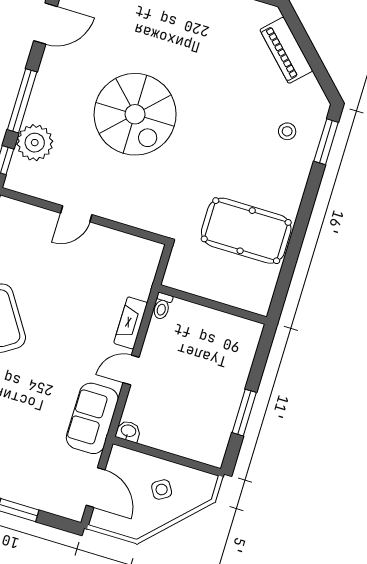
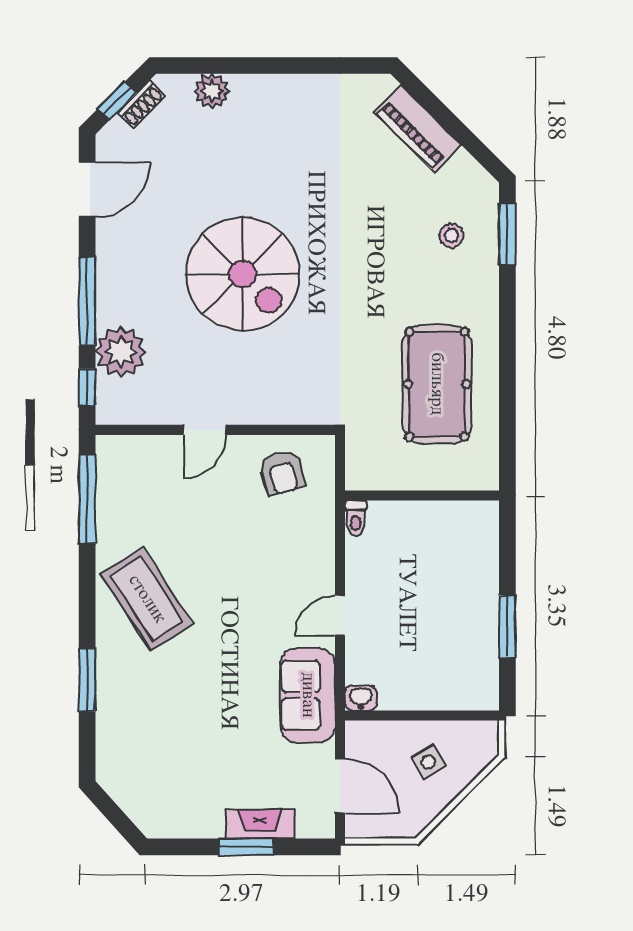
pool table: (246, 231) -> (437, 384), turned 90
armchair: (121, 260) -> (282, 473), added
fireplace: (131, 323) -> (260, 824), moved, turned 90

